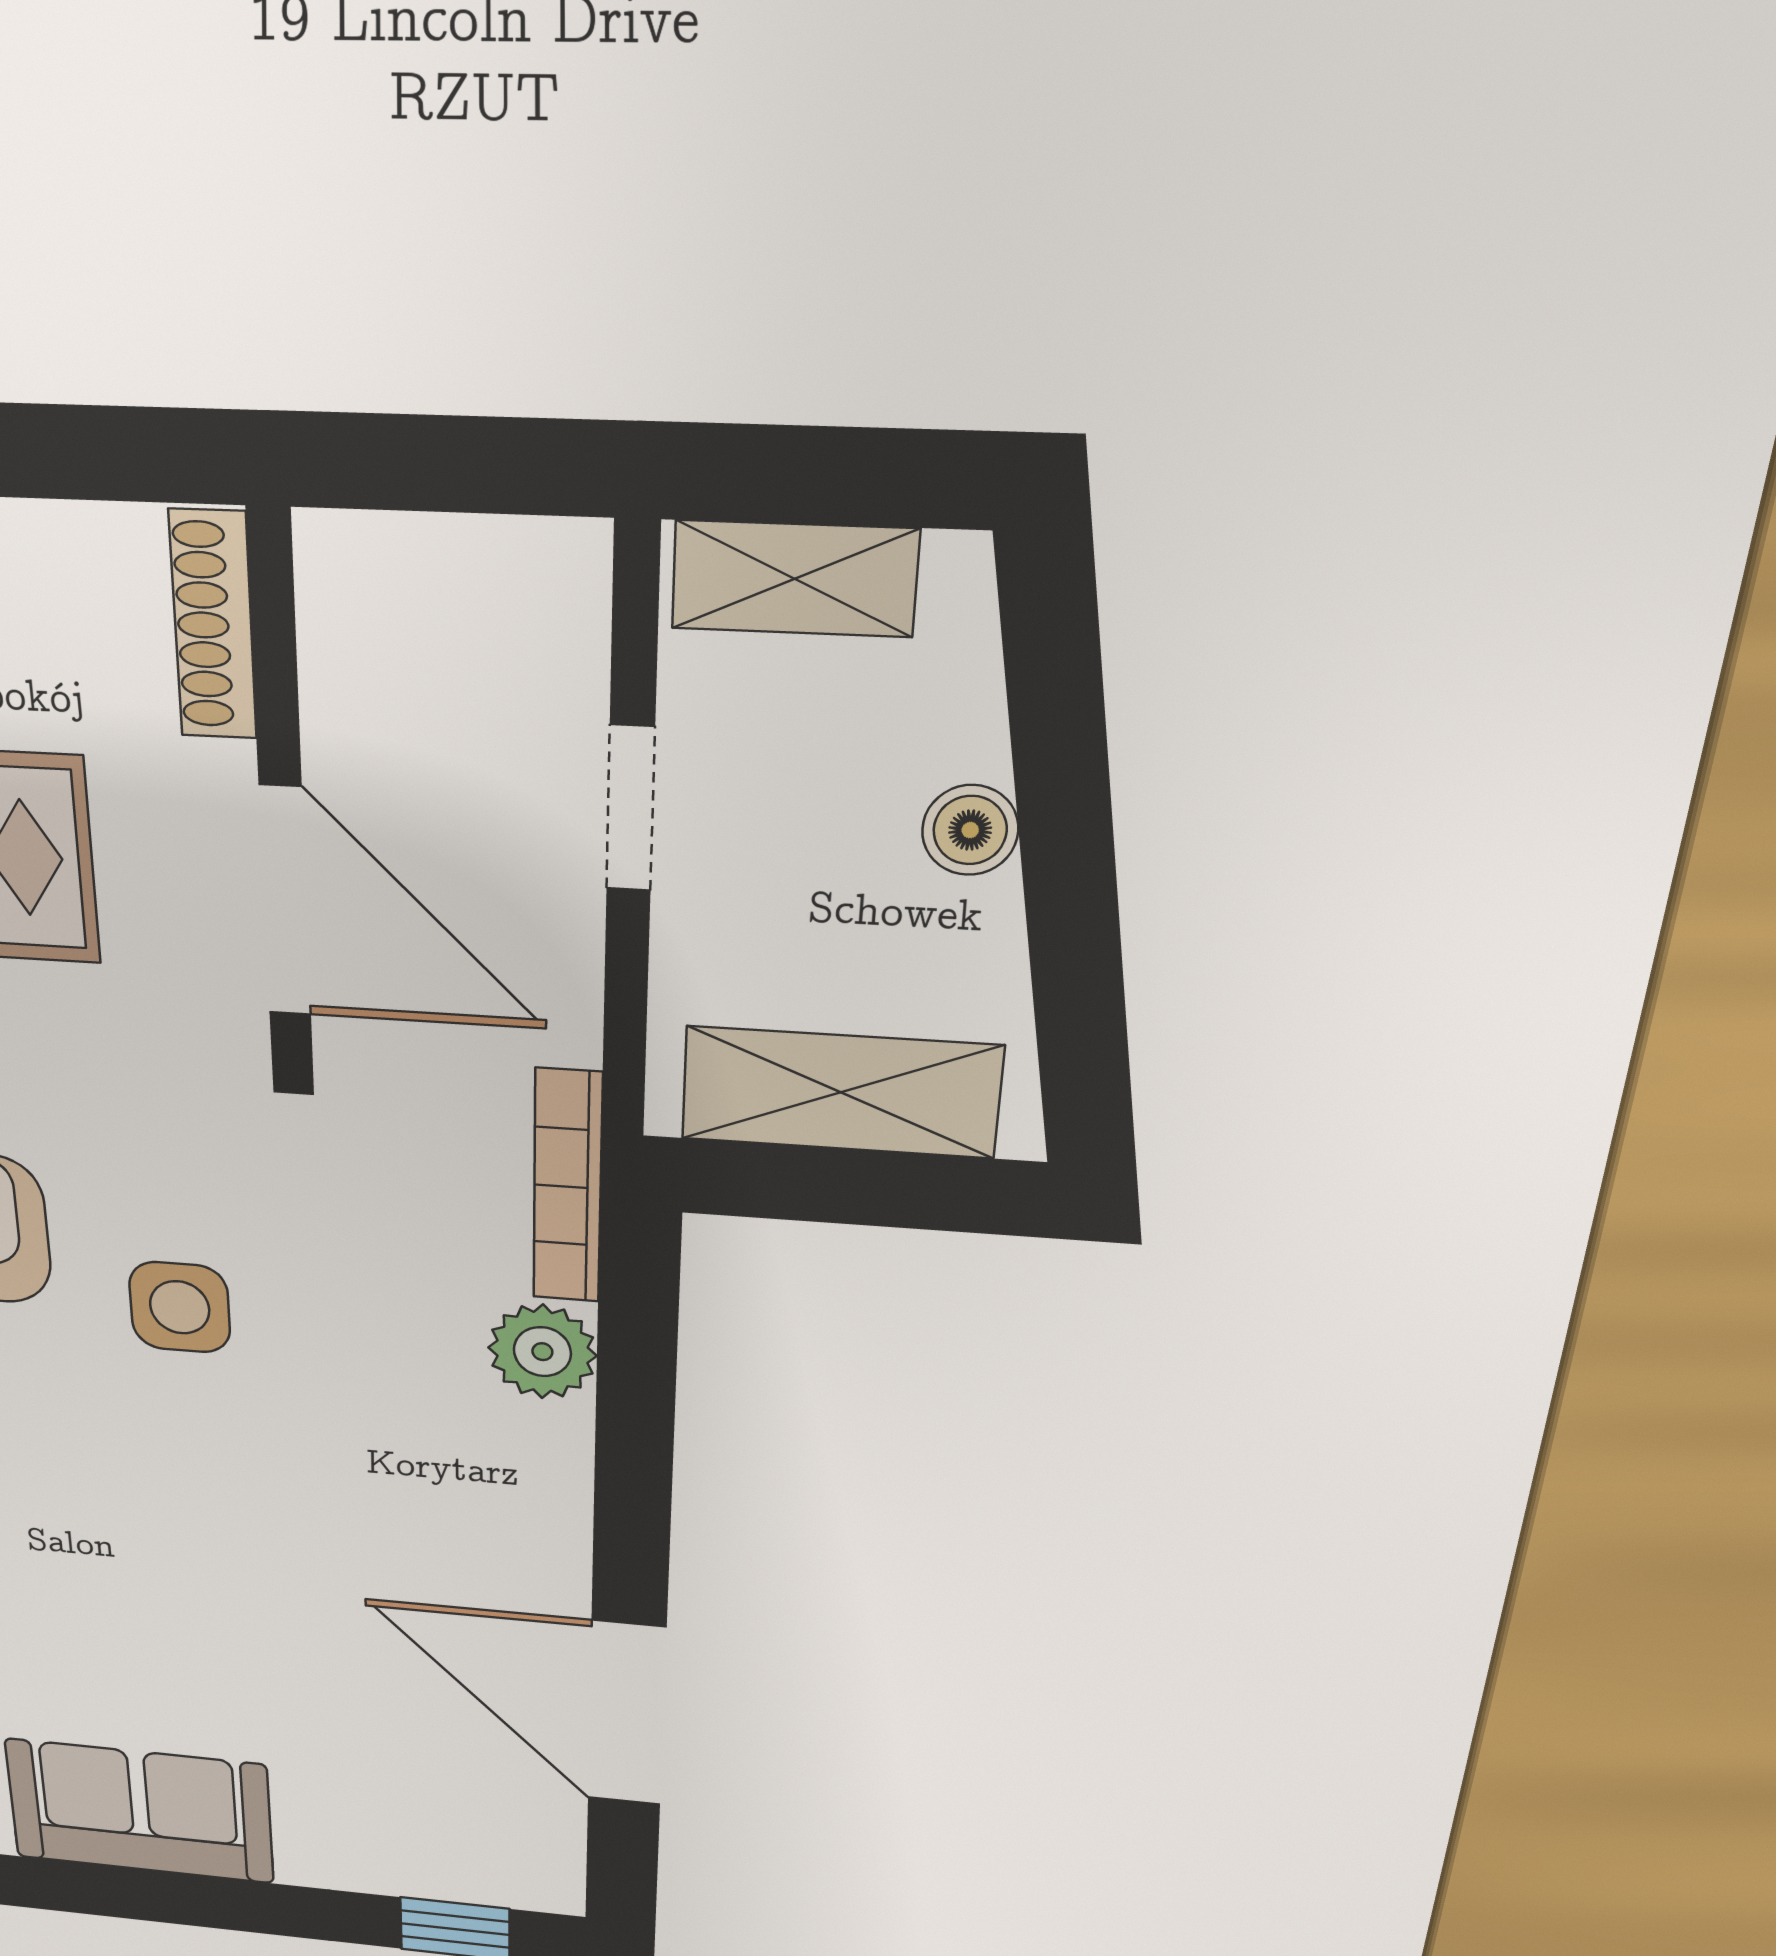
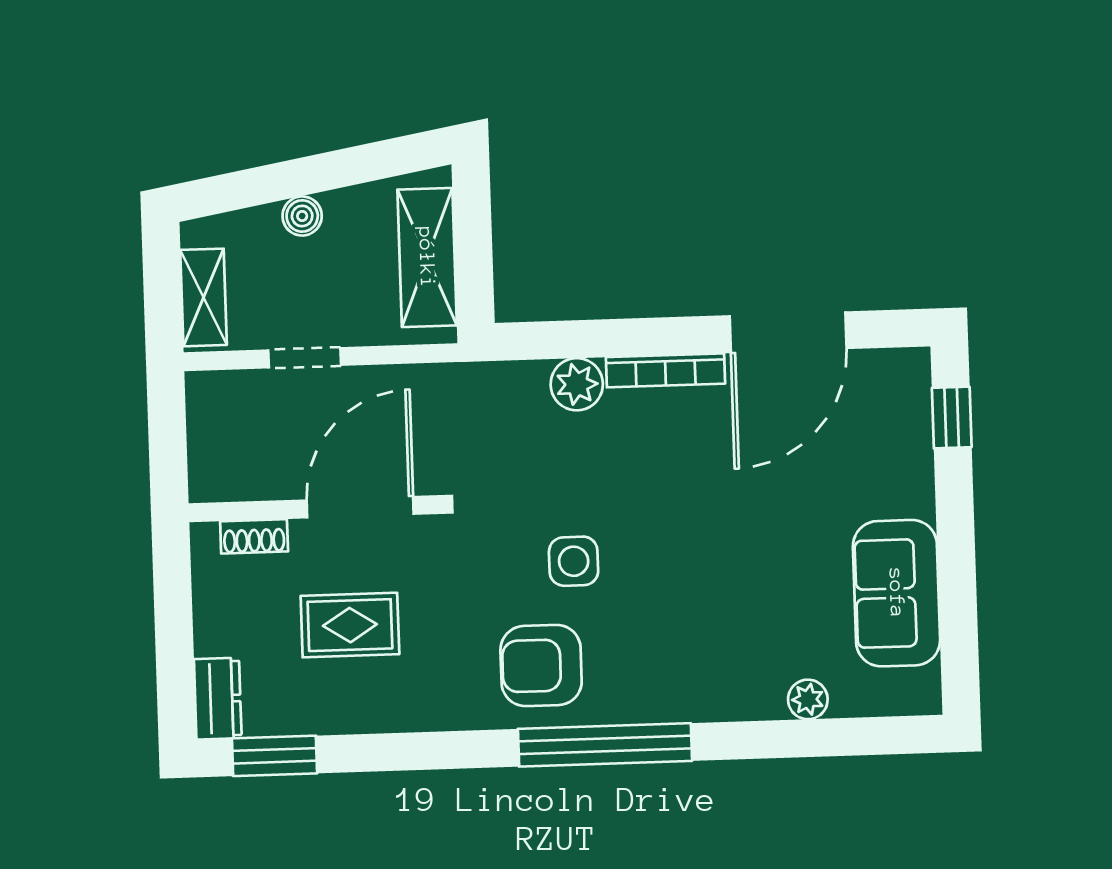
shoe rack: (213, 625) -> (254, 536), width x0.70
bookcase: (568, 1187) -> (665, 370), moved

